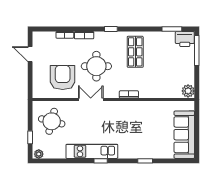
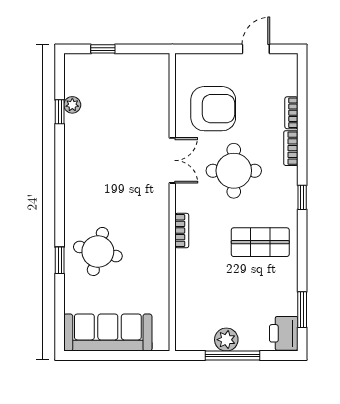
window: (197, 50) -> (233, 356), moved
plant: (188, 91) -> (226, 340), moved
round table: (52, 121) -> (98, 251), moved
kitchen unit: (92, 151) -> (77, 162), removed
plant: (39, 154) -> (72, 105), moved
window: (101, 161) -> (60, 112), moved

